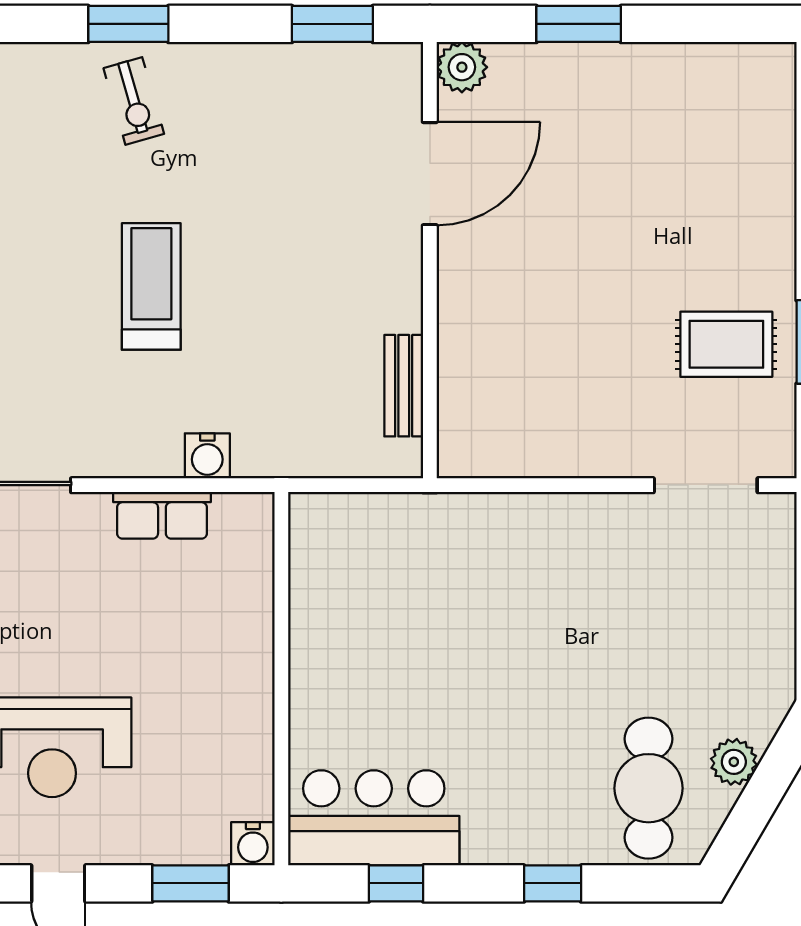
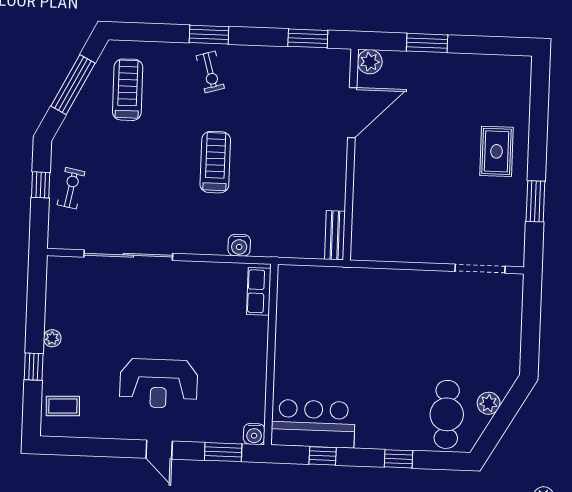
rug: (726, 344) -> (497, 151), moved, turned 90
bench: (404, 386) -> (335, 235), moved
row of seats: (162, 515) -> (259, 291), moved, turned 90

